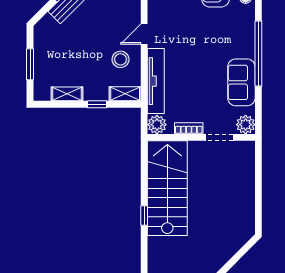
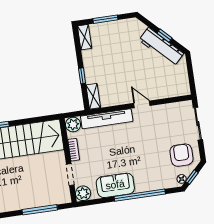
stool: (121, 59) -> (120, 89), removed
shelving: (67, 94) -> (85, 37), moved
window: (258, 182) -> (40, 210), added

